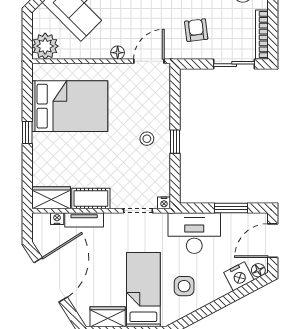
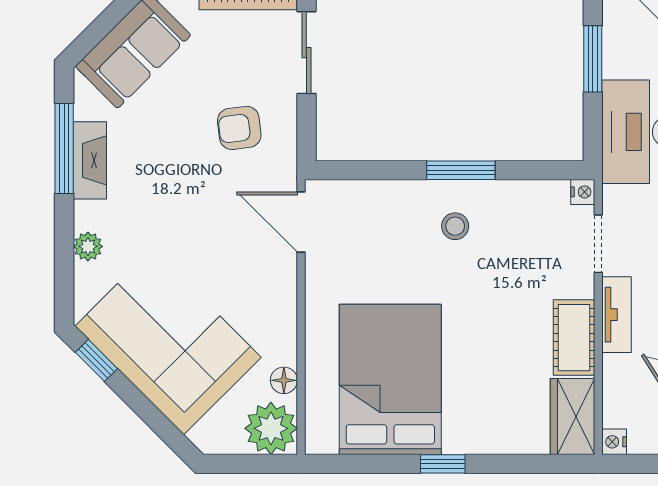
floor lamp: (118, 53) -> (284, 380), moved
window: (175, 142) -> (461, 170), width x1.50
nightstand: (57, 219) -> (614, 442), moved
tv unit: (84, 220) -> (616, 315), moved

